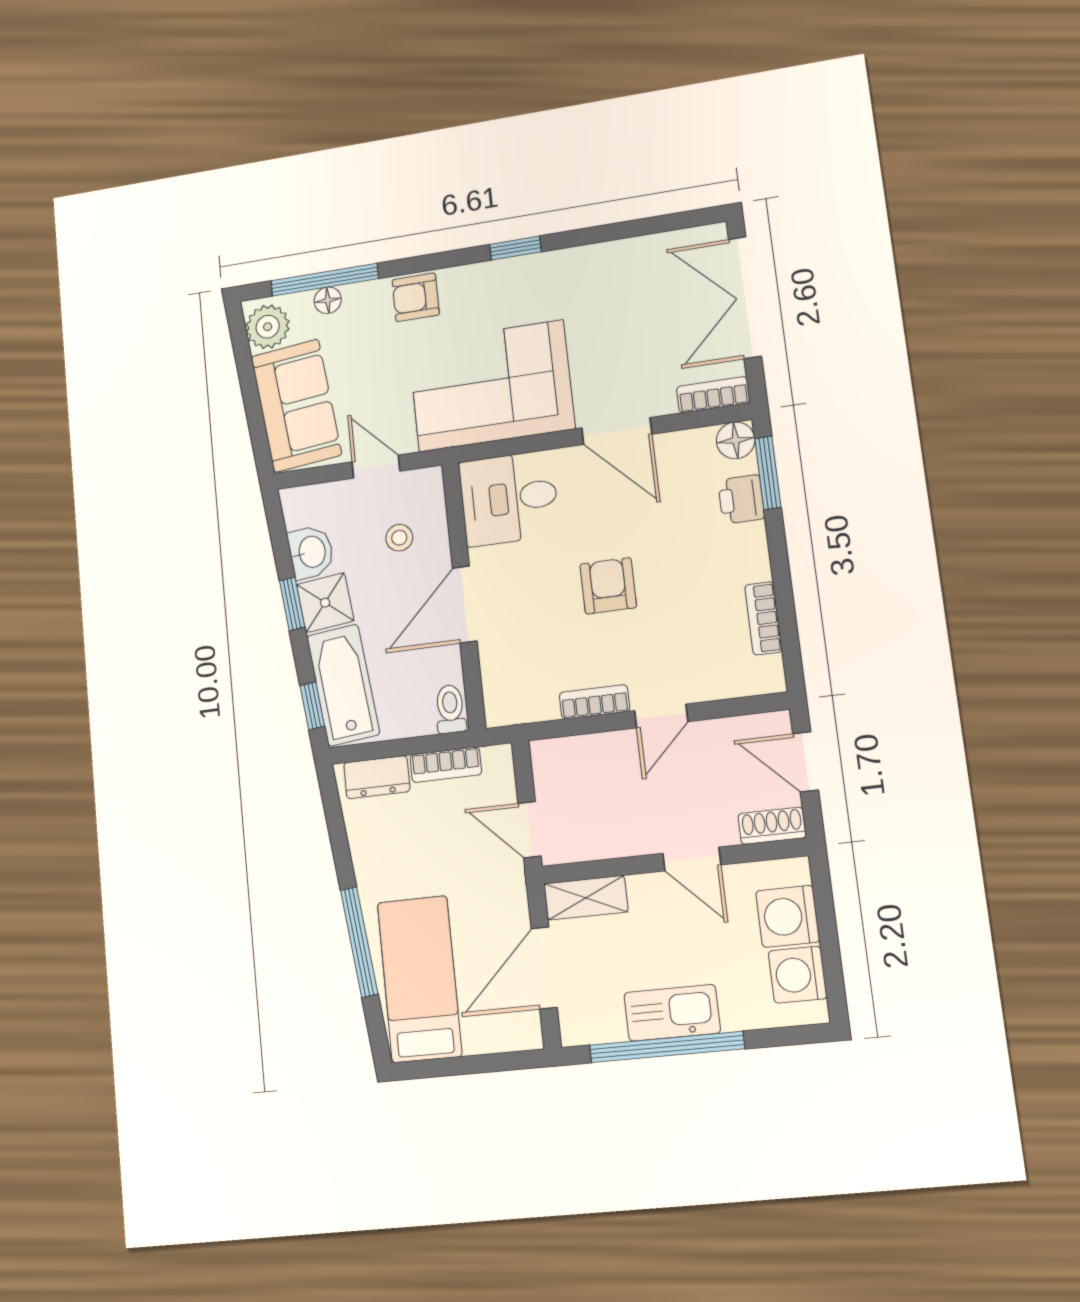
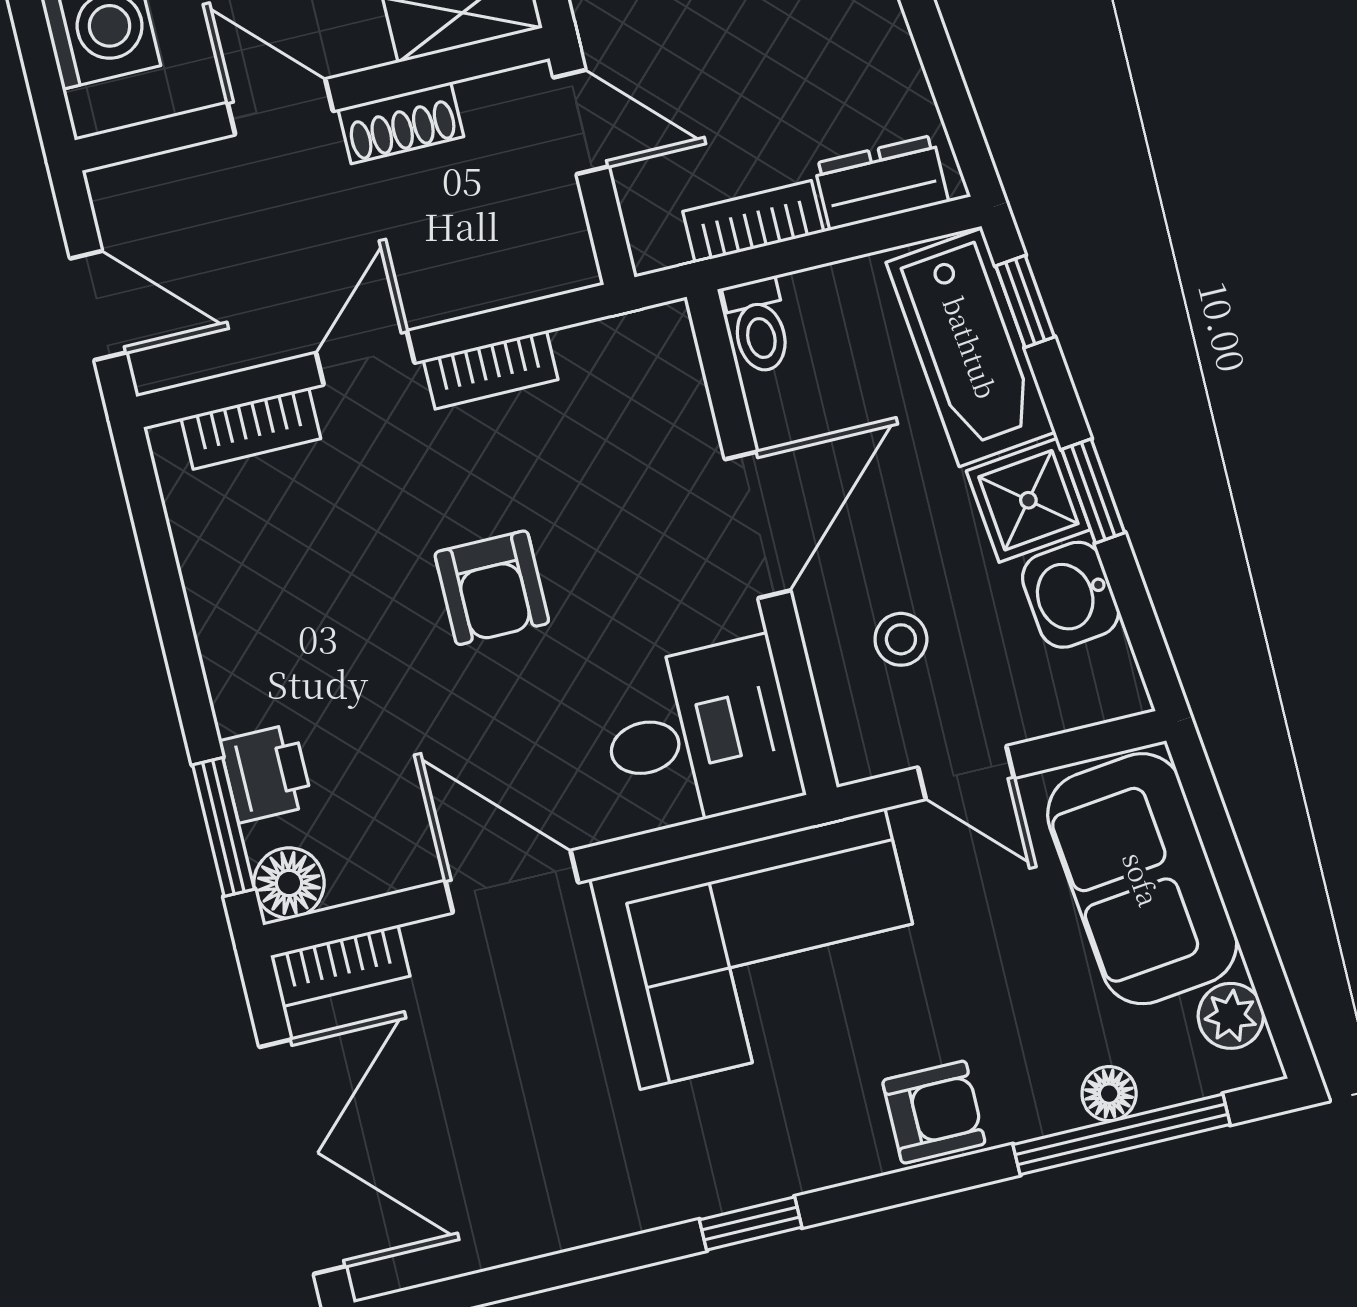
plant: (268, 327) -> (1231, 1016), width x0.73, depth x0.73
bookcase: (763, 618) -> (251, 428), moved, turned 90
shoe rack: (772, 826) -> (401, 123), moved

